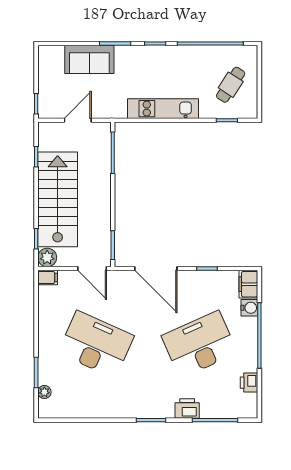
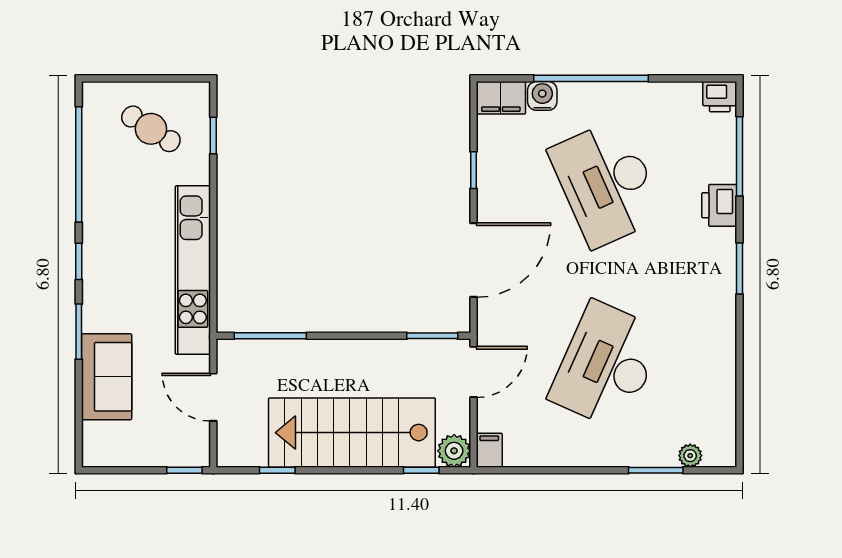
kitchen unit: (163, 109) -> (193, 270), width x1.36
printer: (249, 383) -> (720, 97), moved

